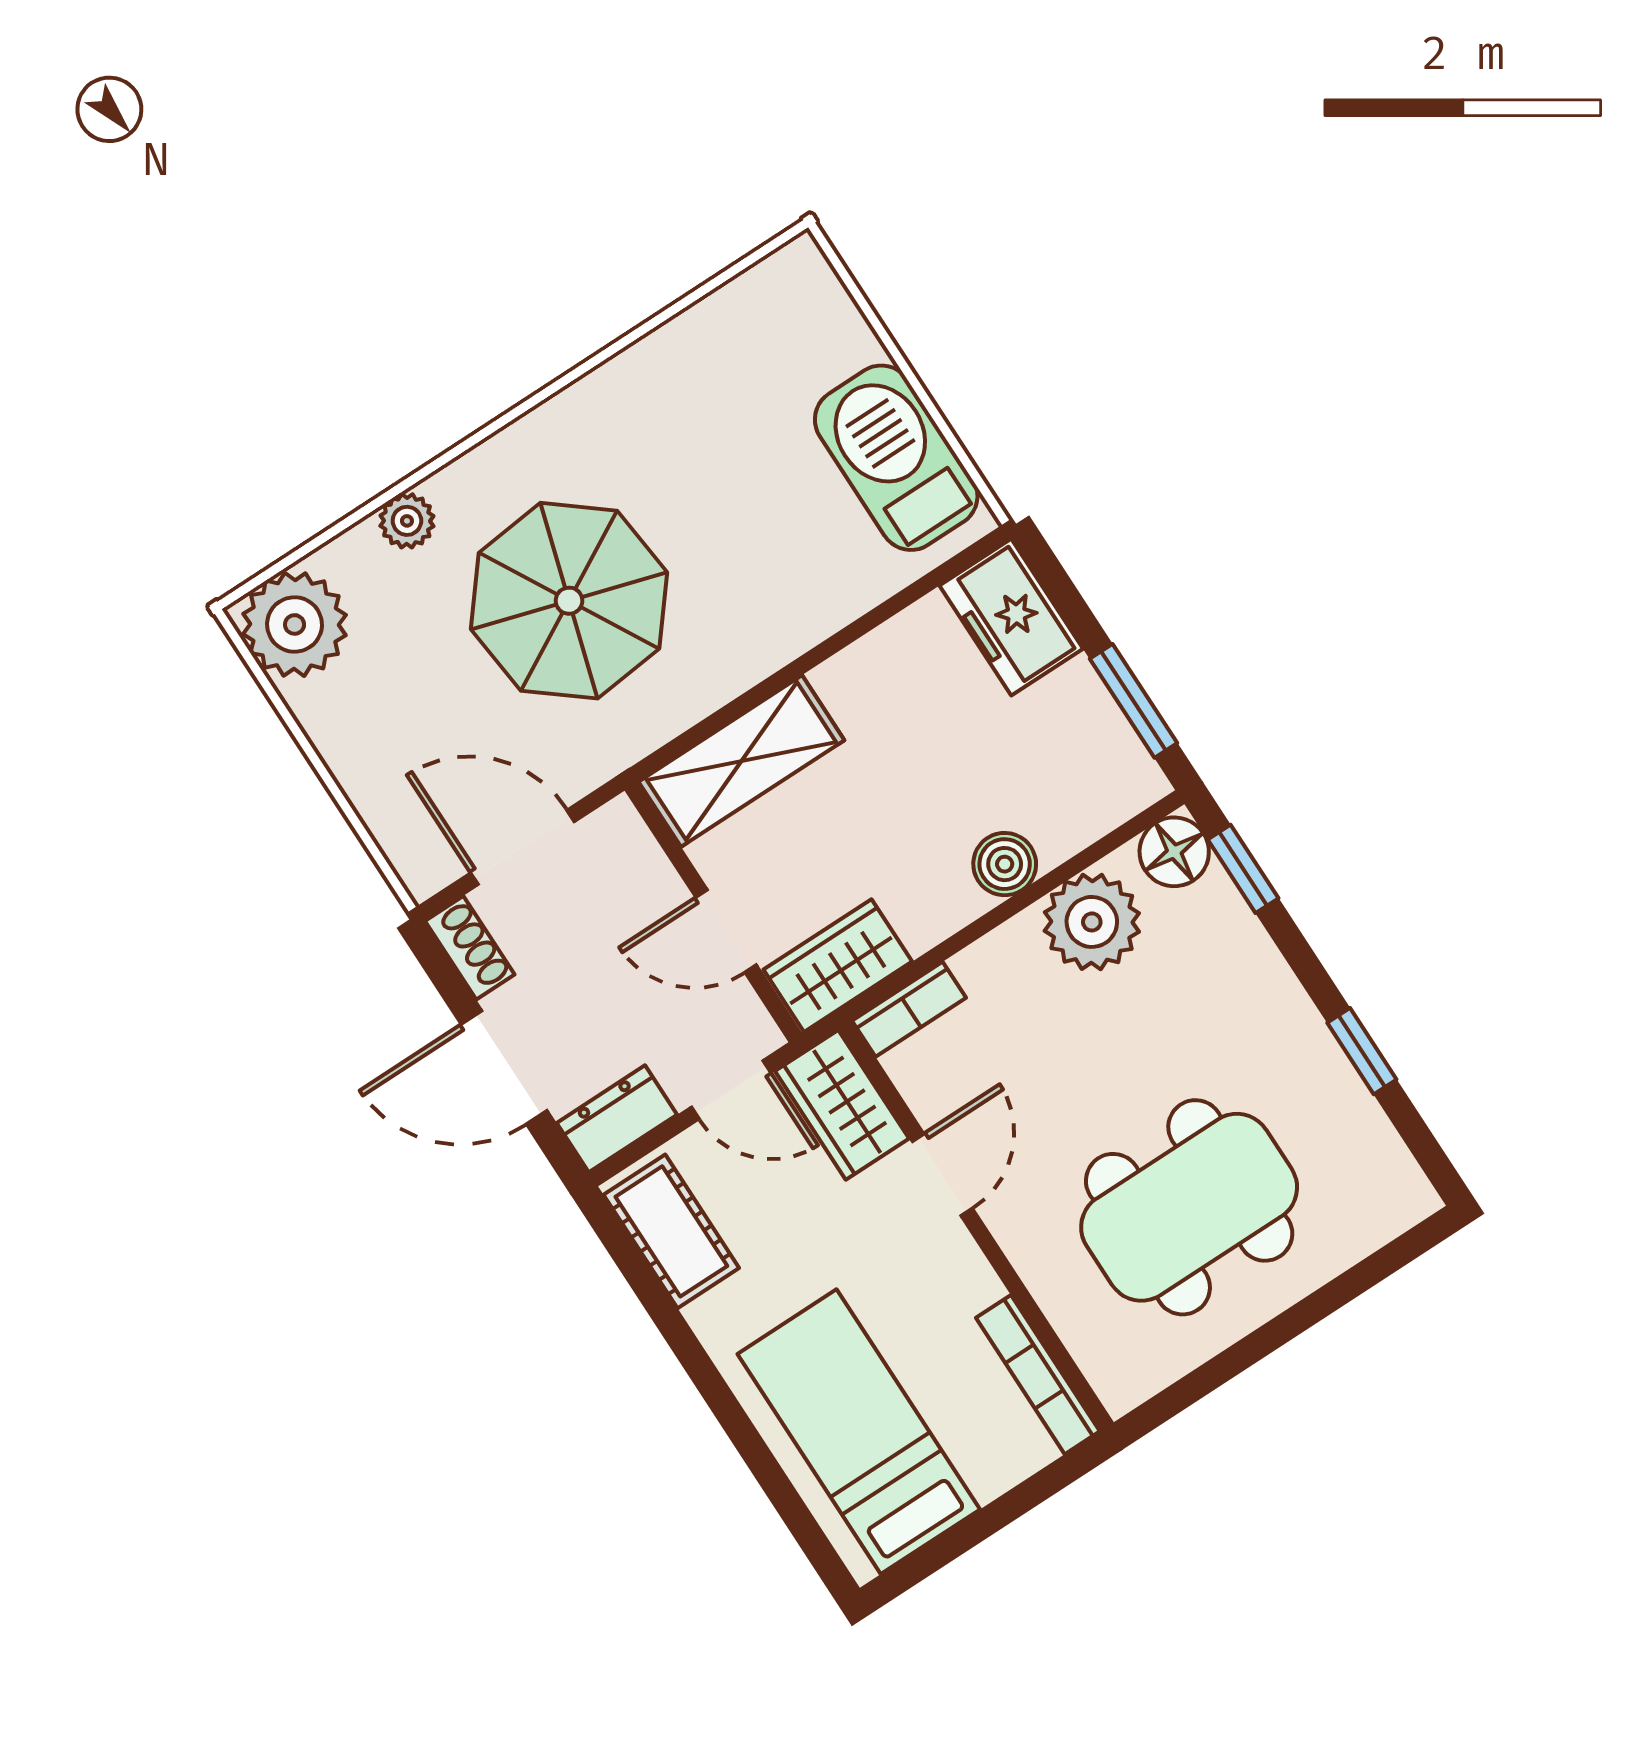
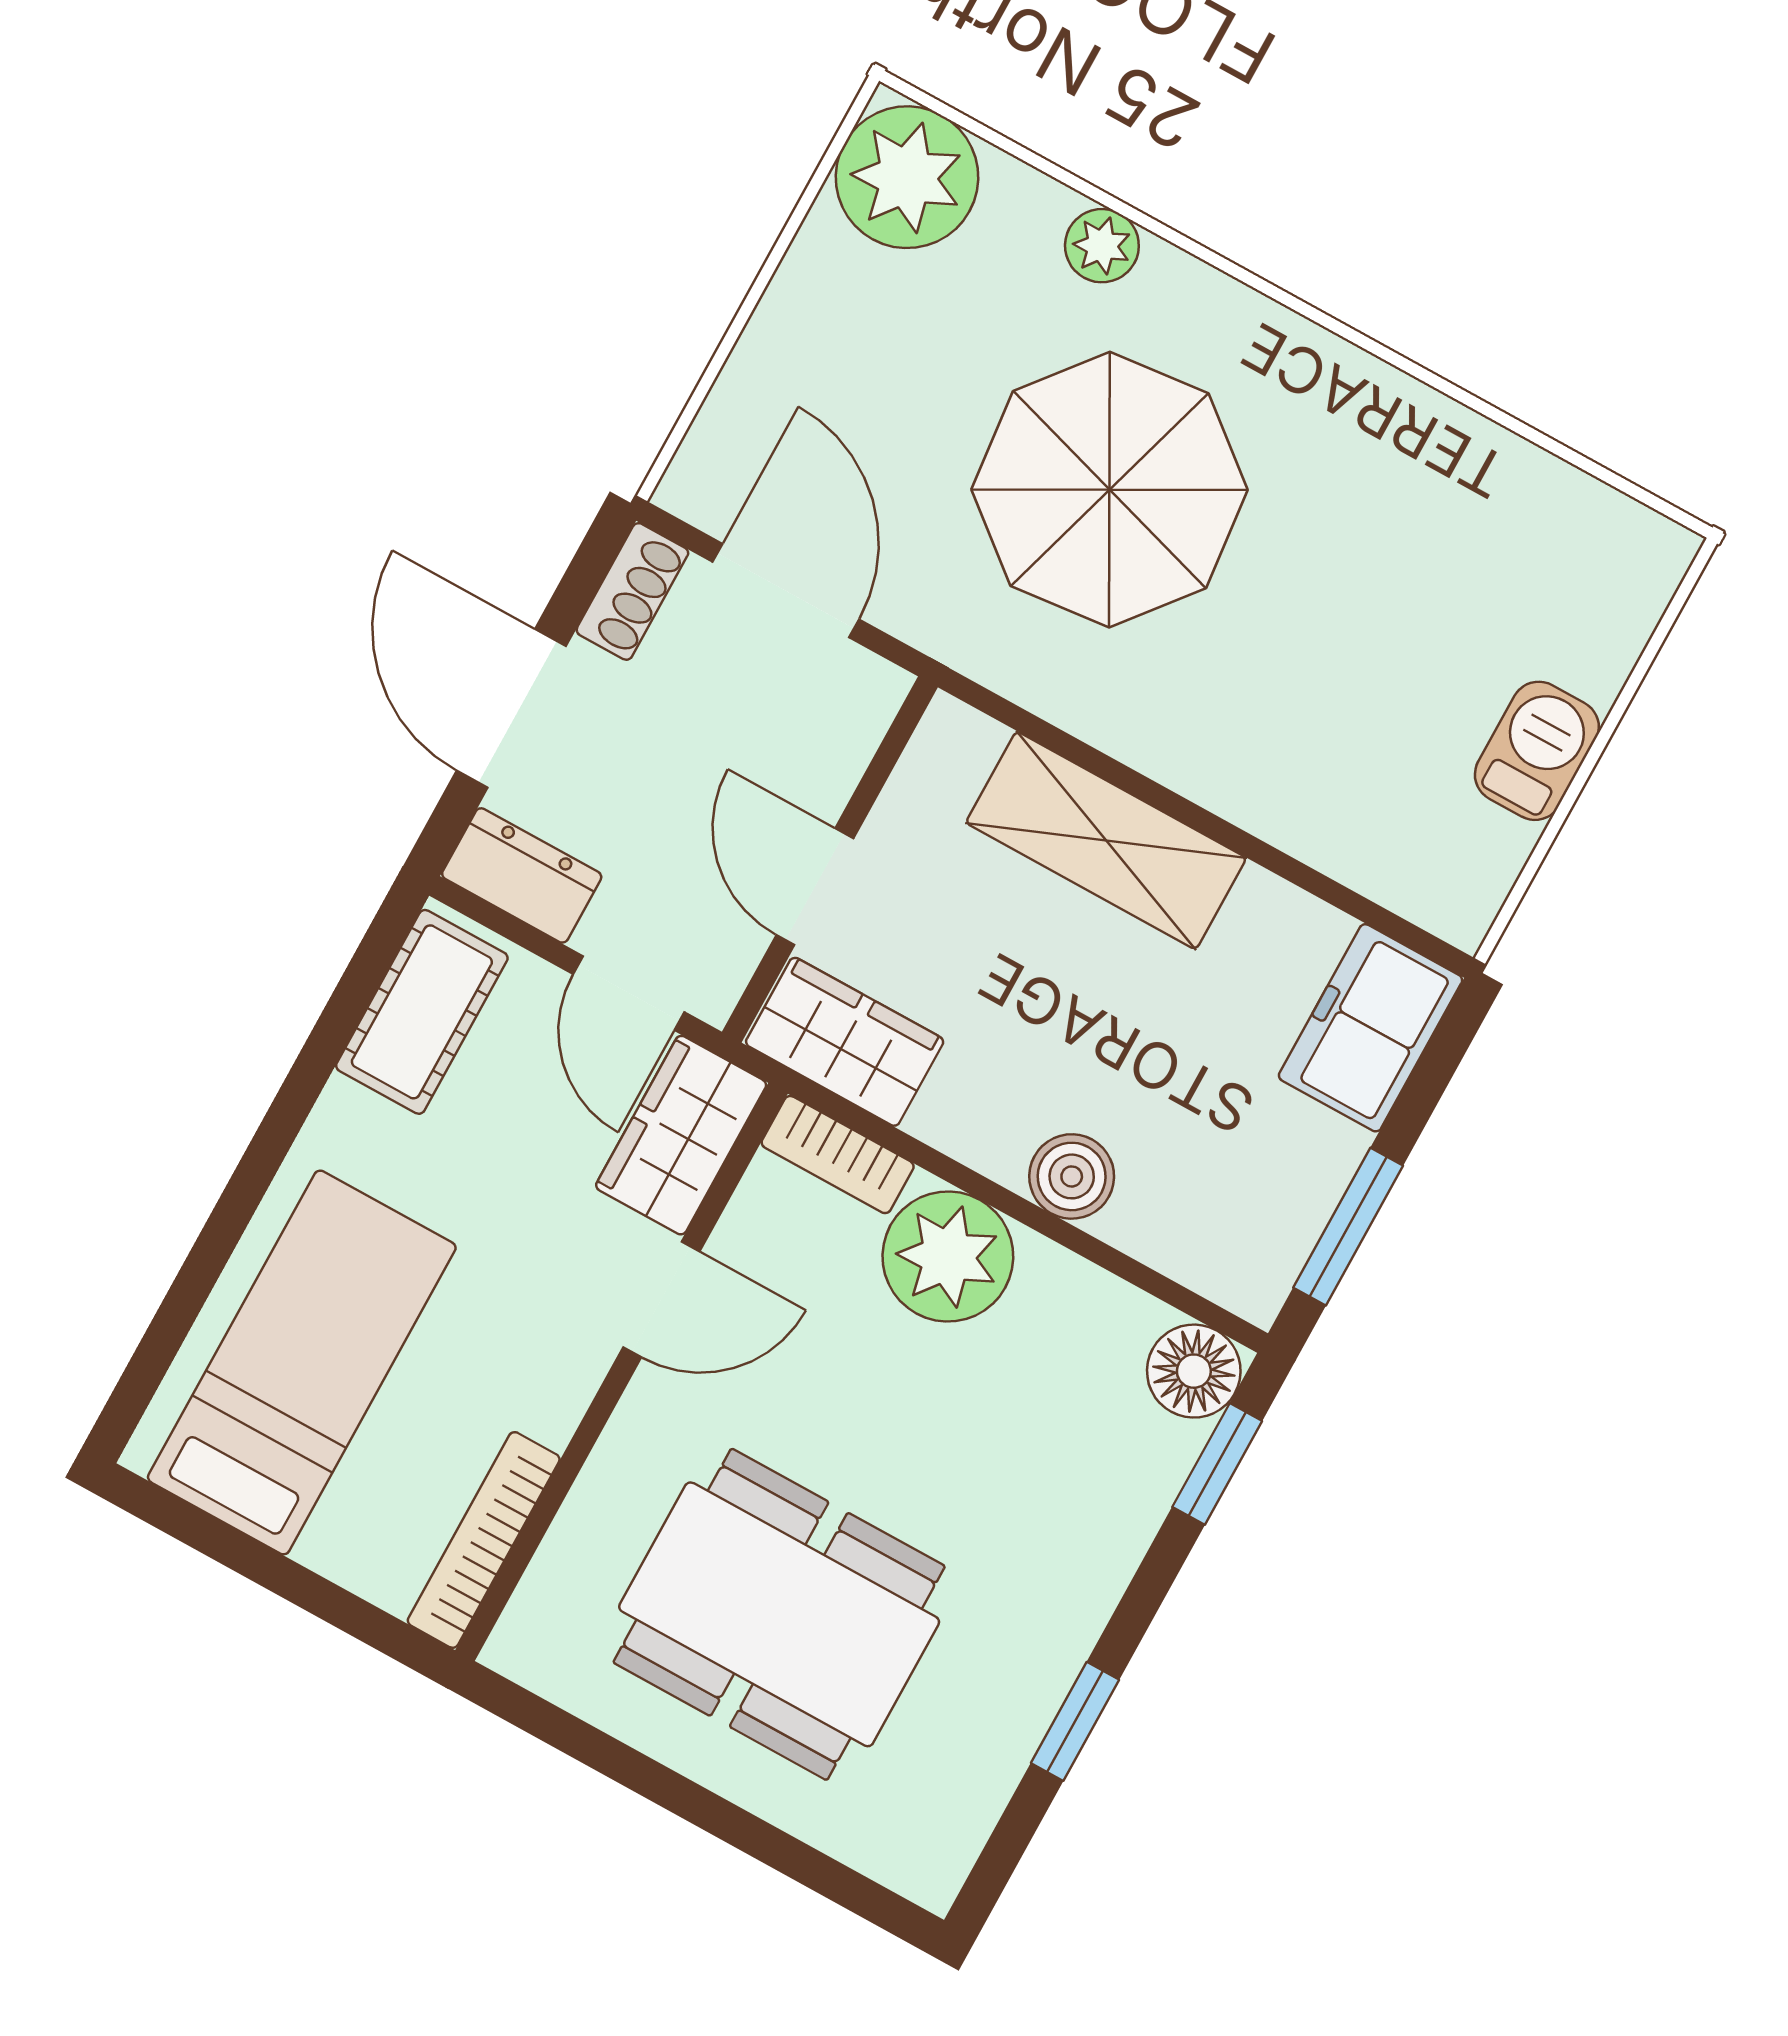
barbecue: (896, 458) -> (1537, 751), width x0.53, depth x0.65
shelving: (741, 761) -> (1106, 840), moved
plant: (1092, 922) -> (948, 1256), moved

